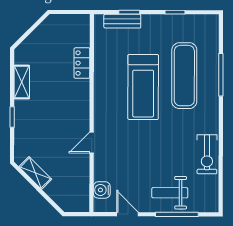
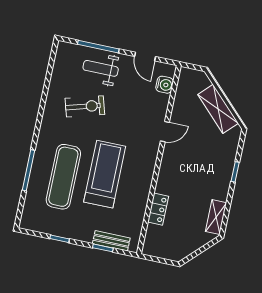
shelving: (22, 82) -> (216, 217), moved
exercise bike: (207, 154) -> (85, 106), moved, turned 74
shelving: (35, 173) -> (218, 109), width x1.50, depth x1.33
weight bench: (170, 193) -> (101, 68), turned 180

